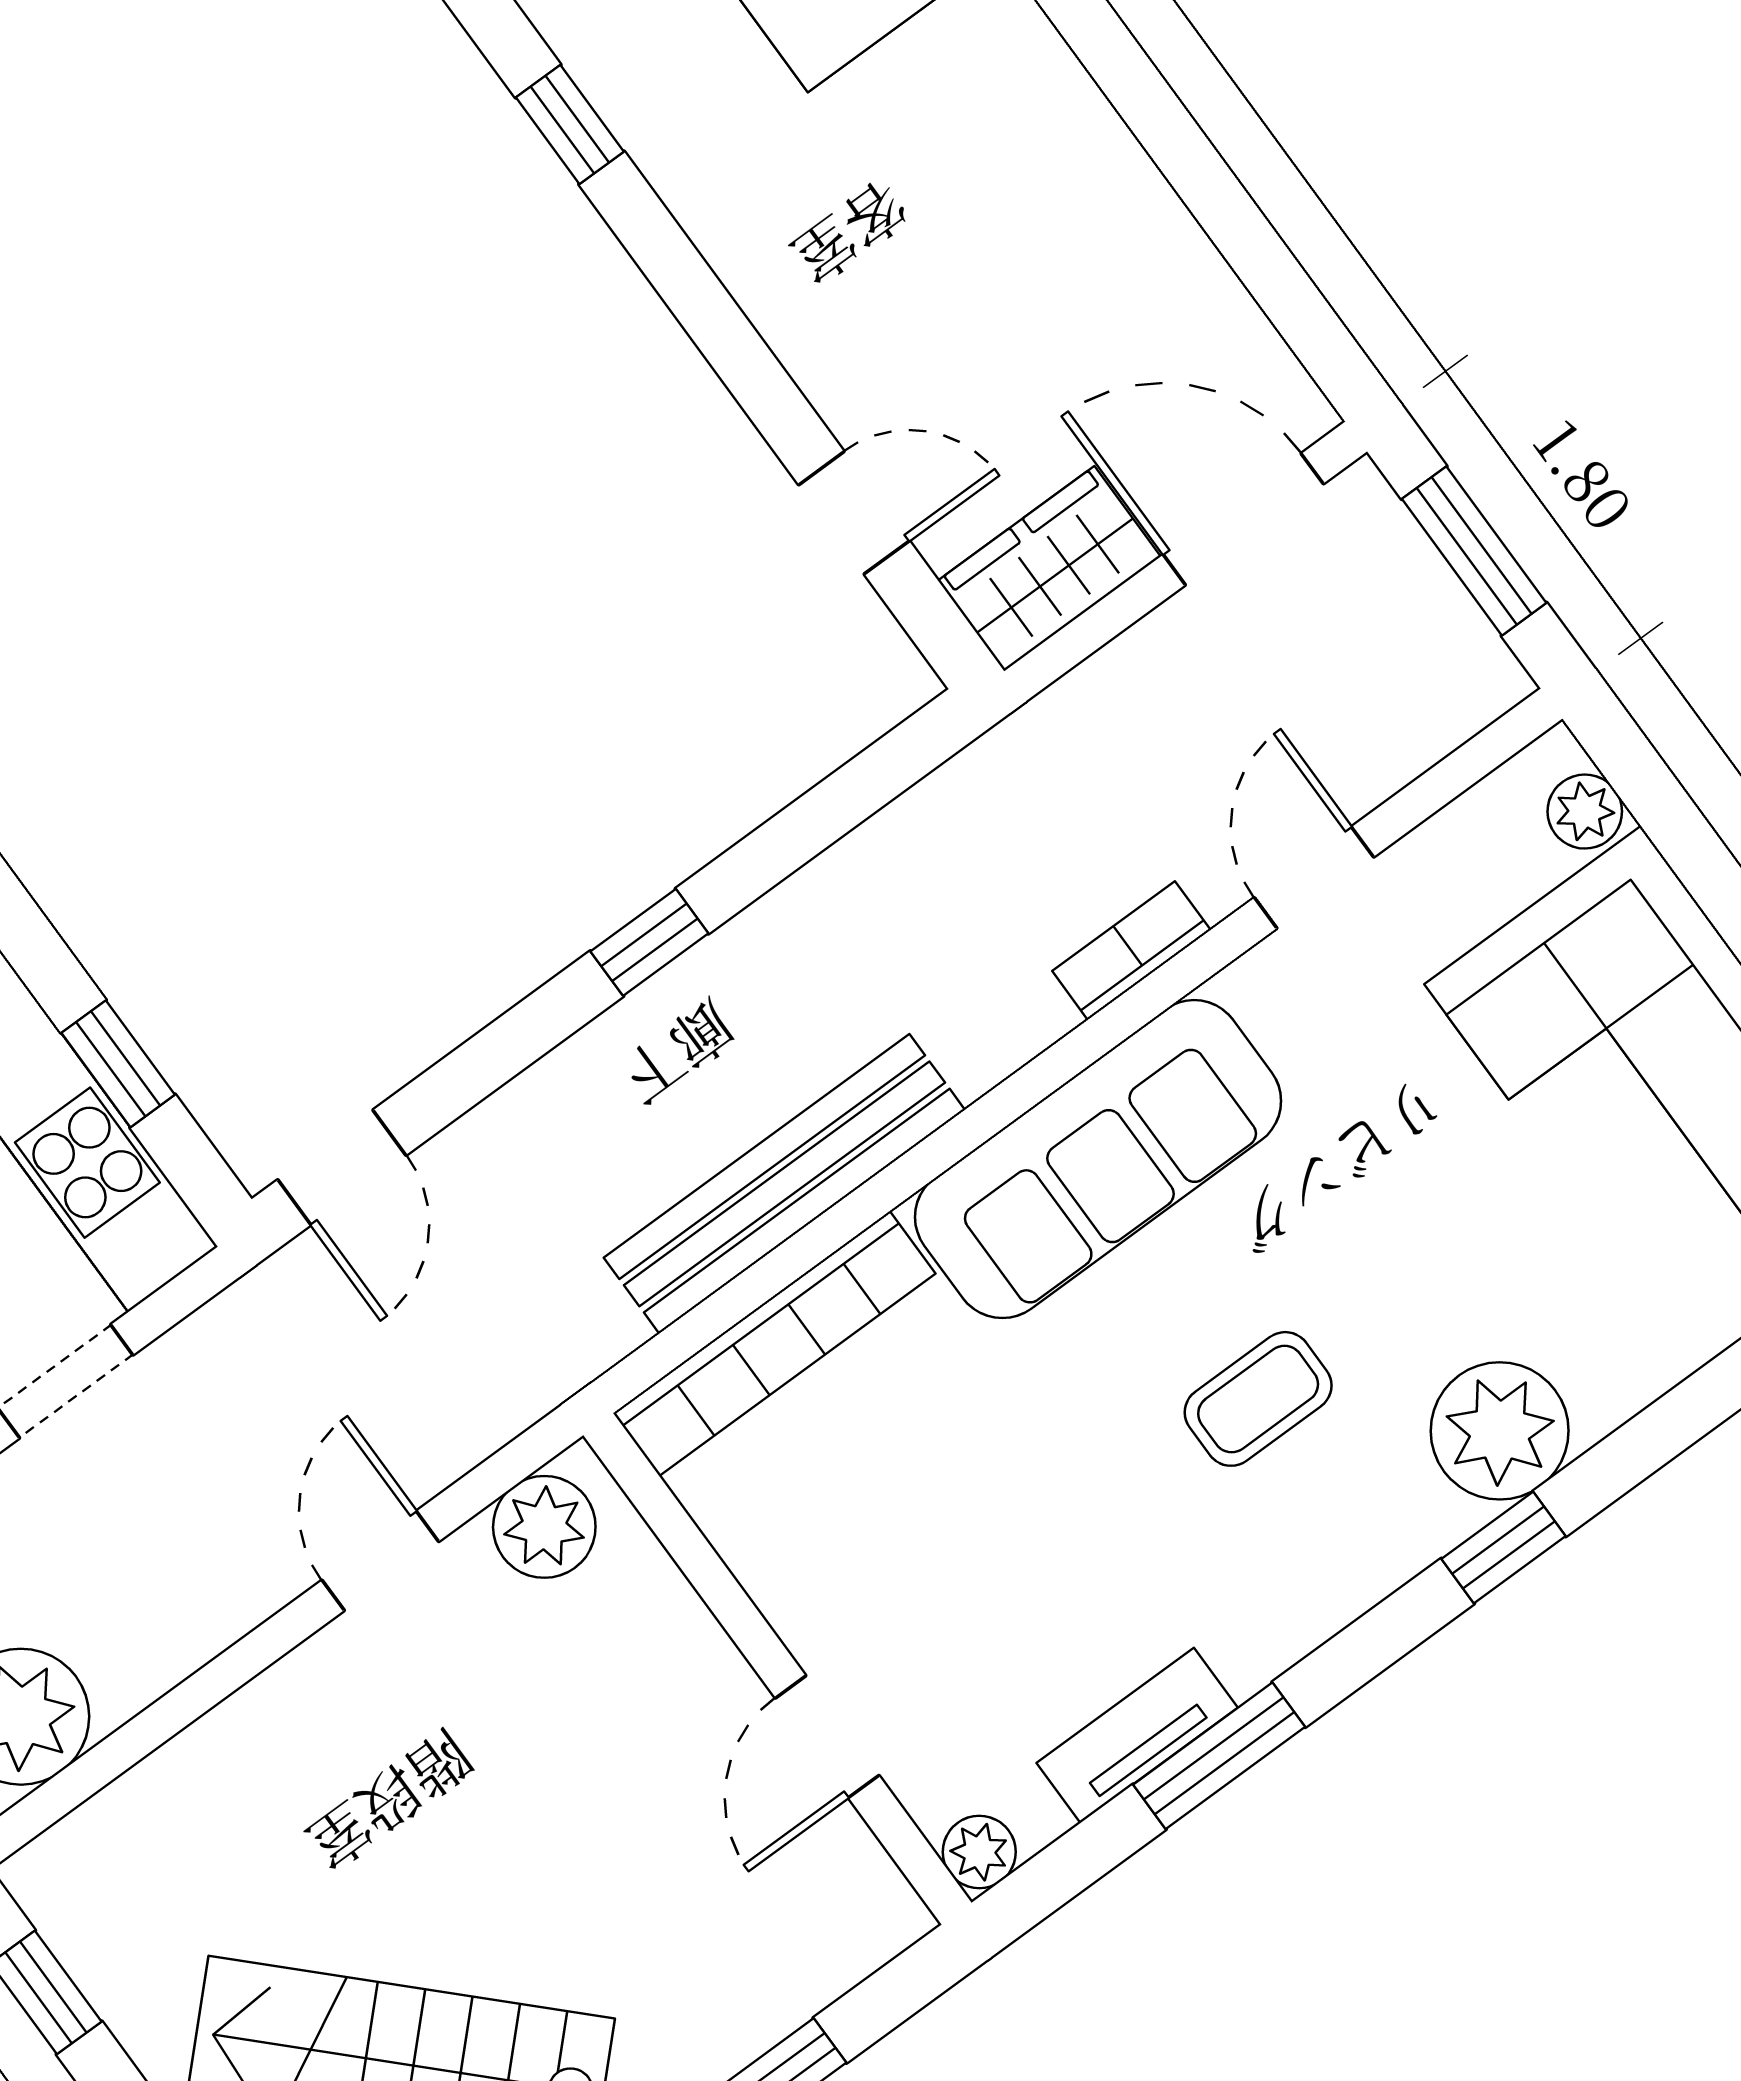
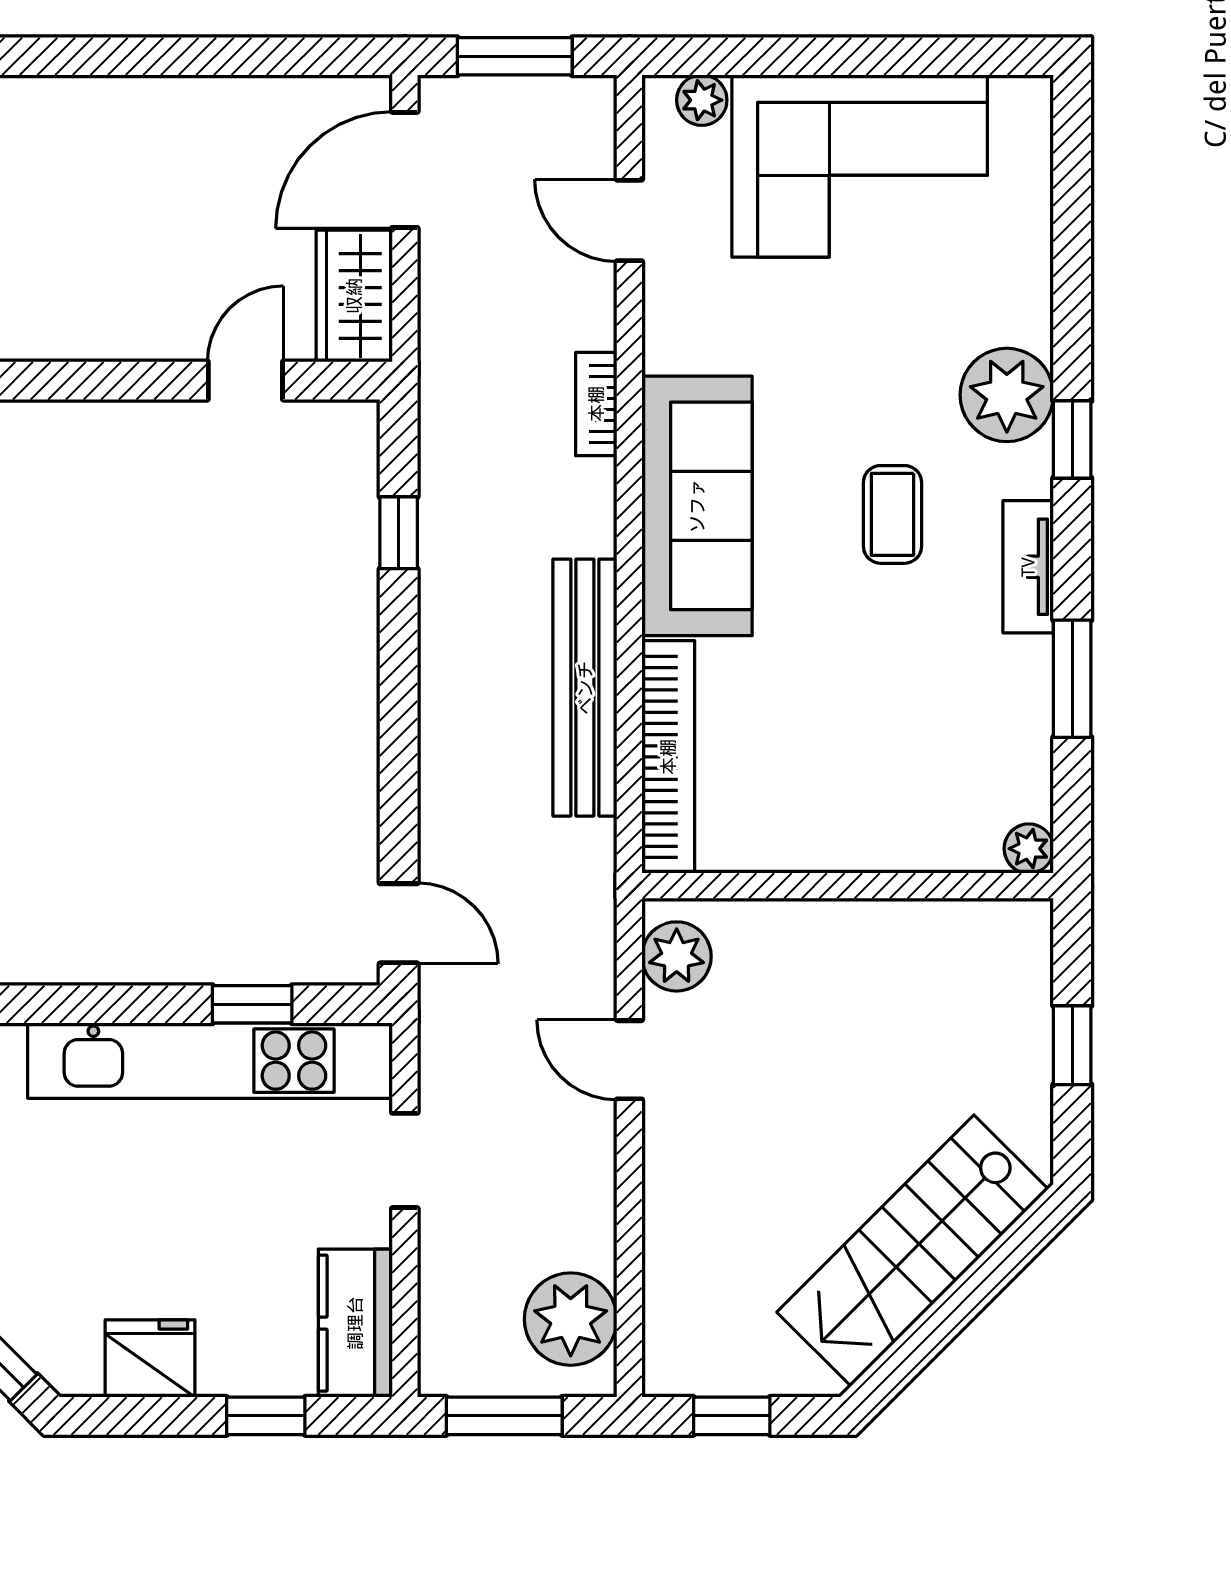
door: (1314, 877) -> (629, 220), moved
window: (649, 942) -> (399, 533), moved
tv unit: (1137, 1735) -> (1028, 567), moved
door: (827, 1737) -> (905, 886), removed

